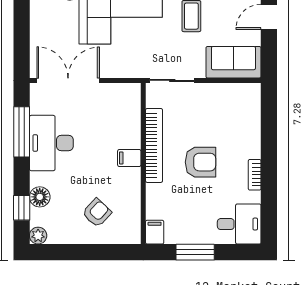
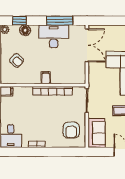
armchair: (201, 162) -> (71, 130), moved

